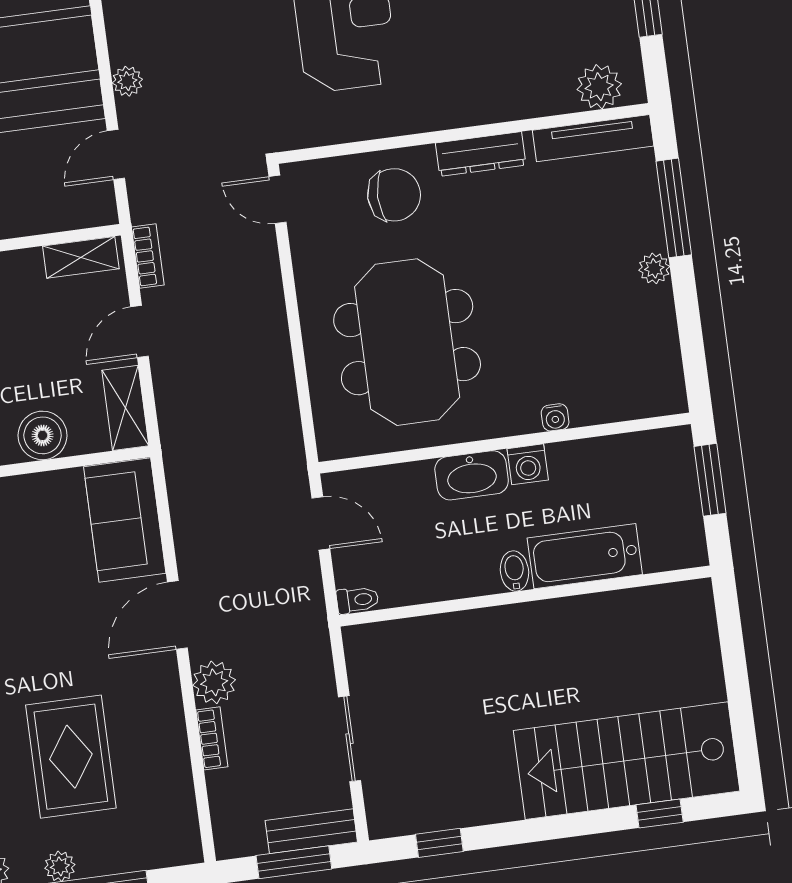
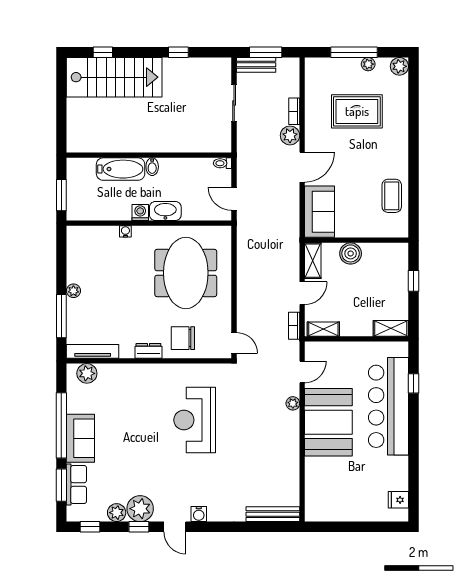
dresser: (481, 154) -> (148, 351), width x0.70
rug: (71, 757) -> (357, 111), turned 90
window: (439, 843) -> (178, 52), moved

